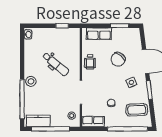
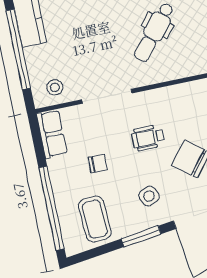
wheelchair: (90, 62) -> (148, 138), moved

